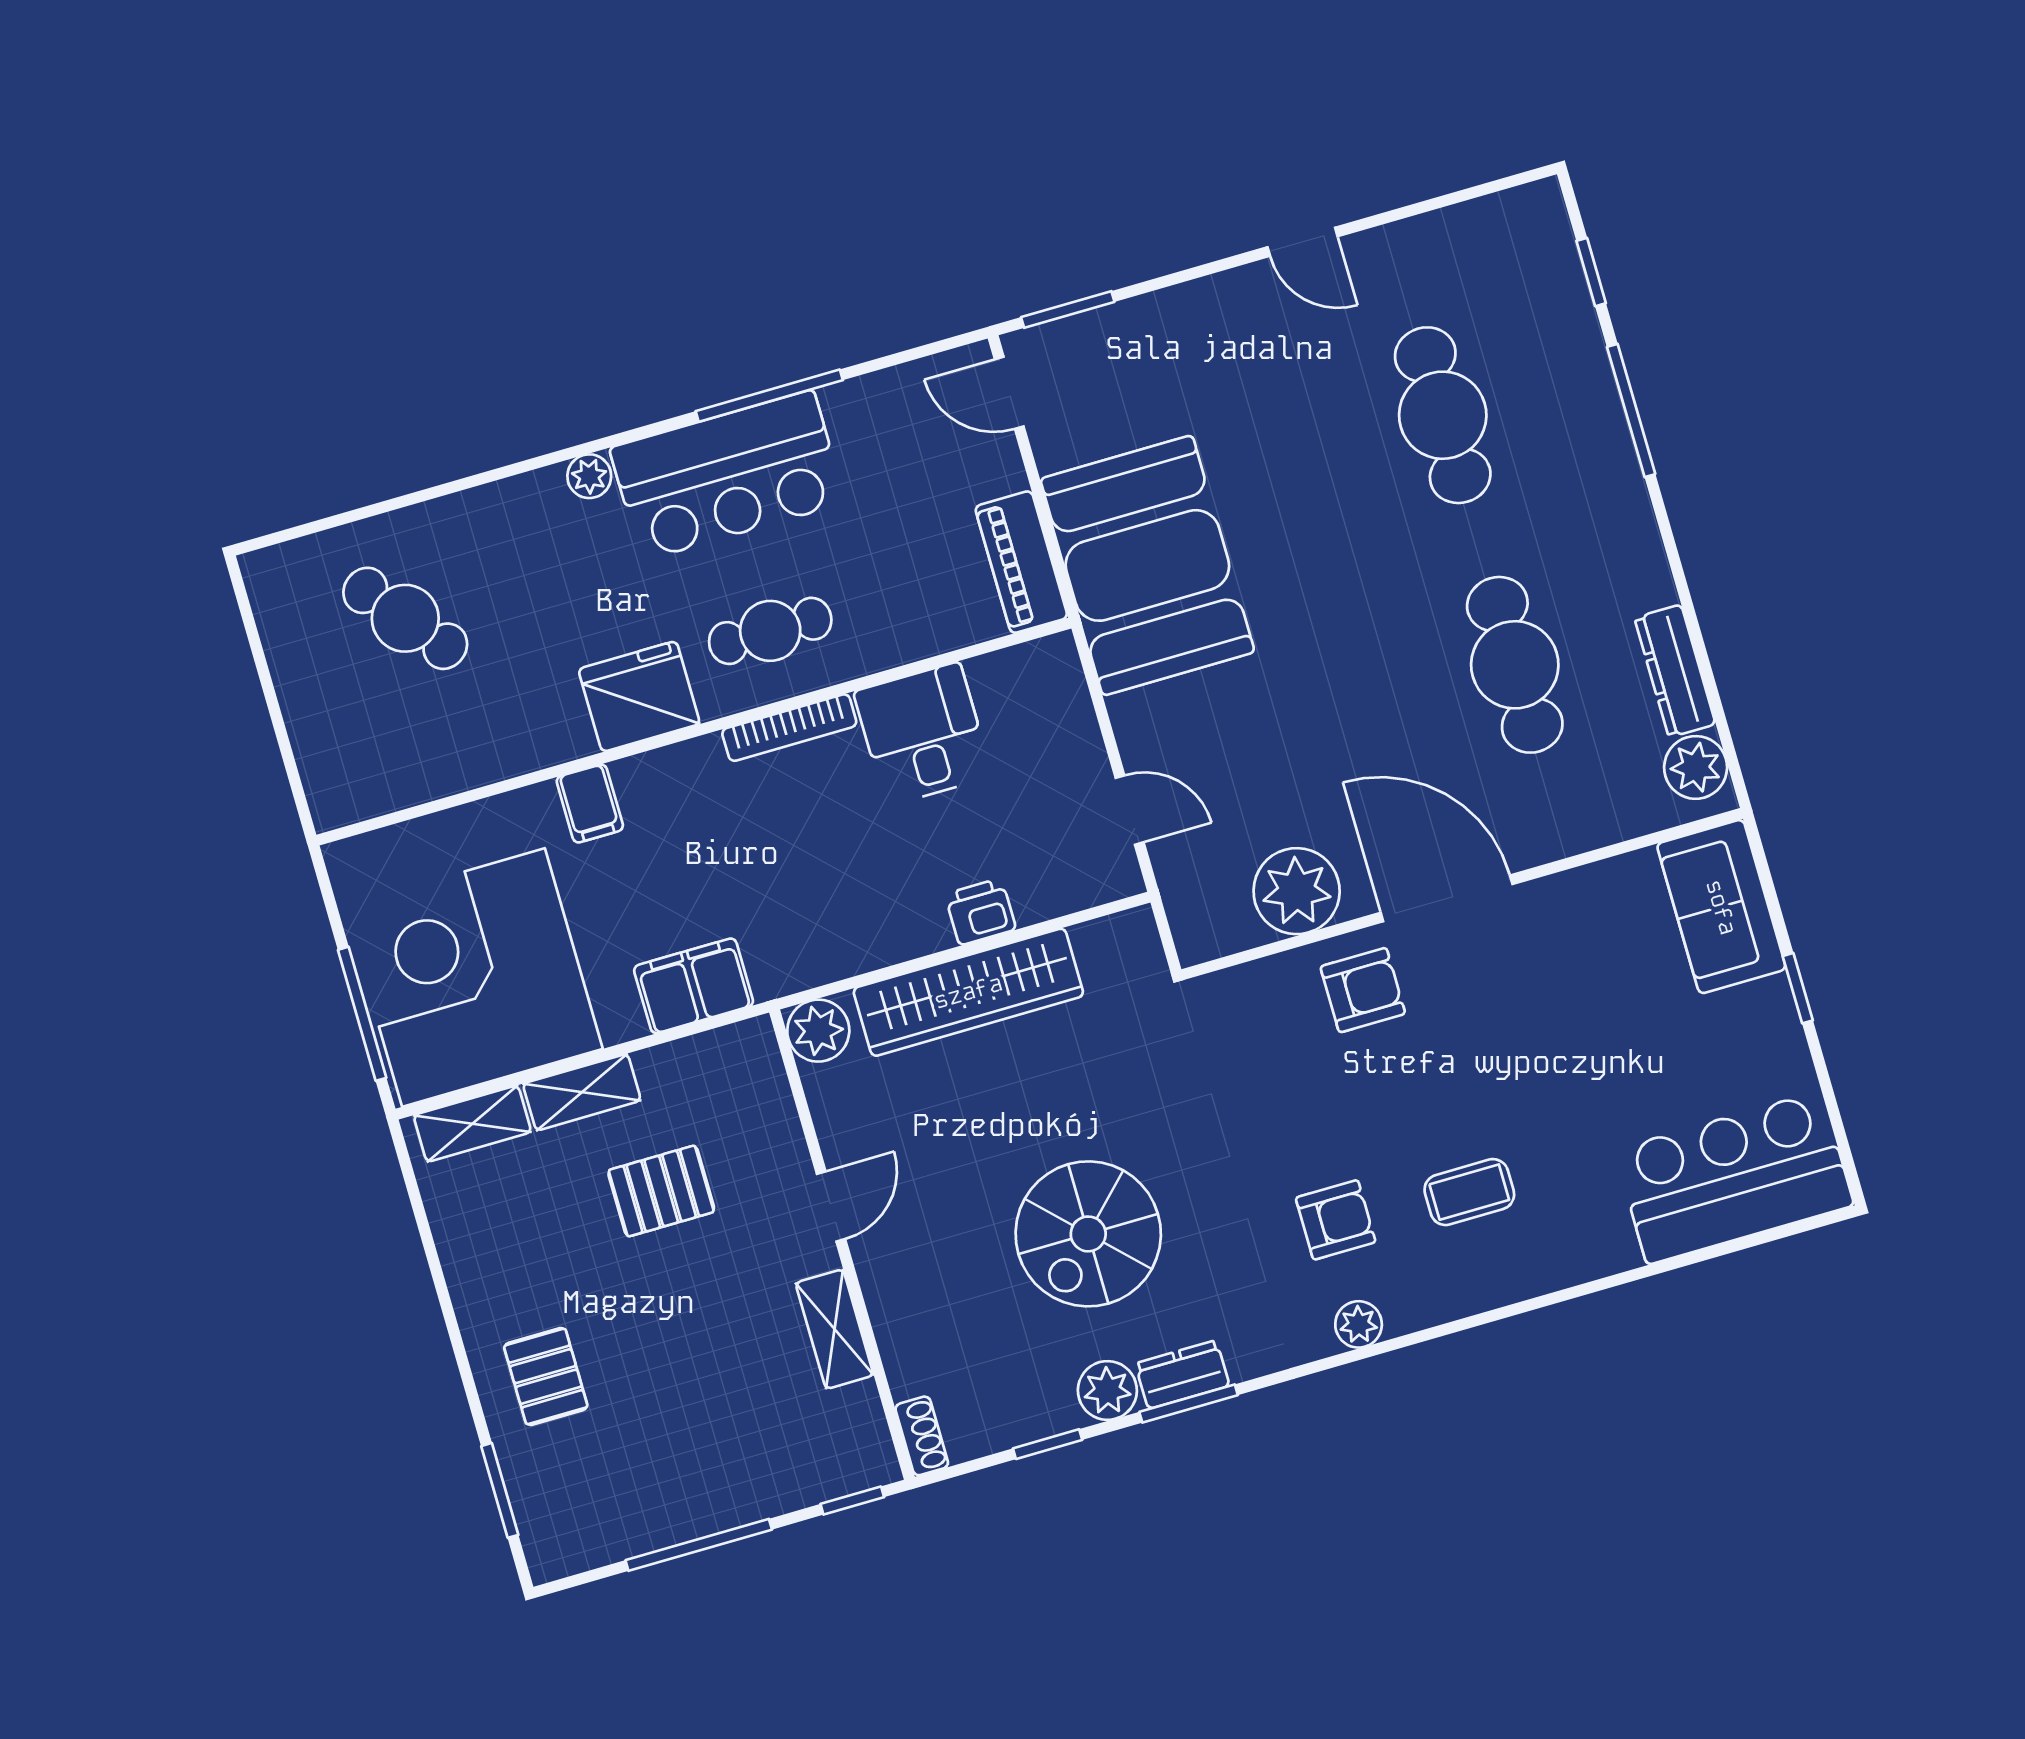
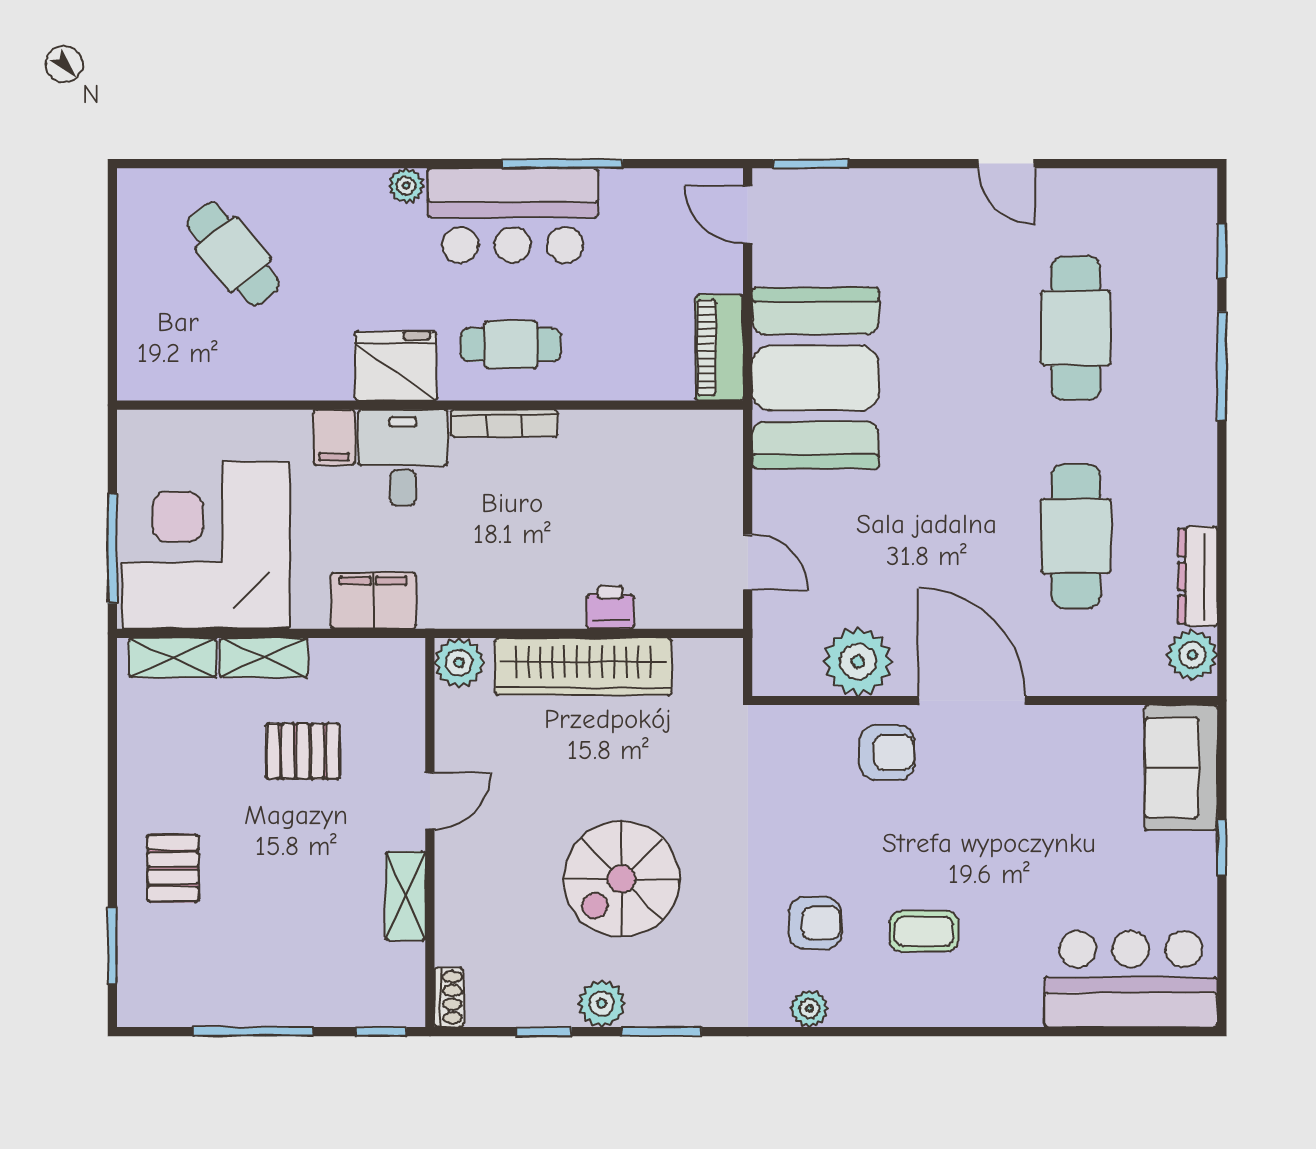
desk: (923, 734) -> (403, 458), moved
dresser: (1182, 1375) -> (663, 1008), removed

